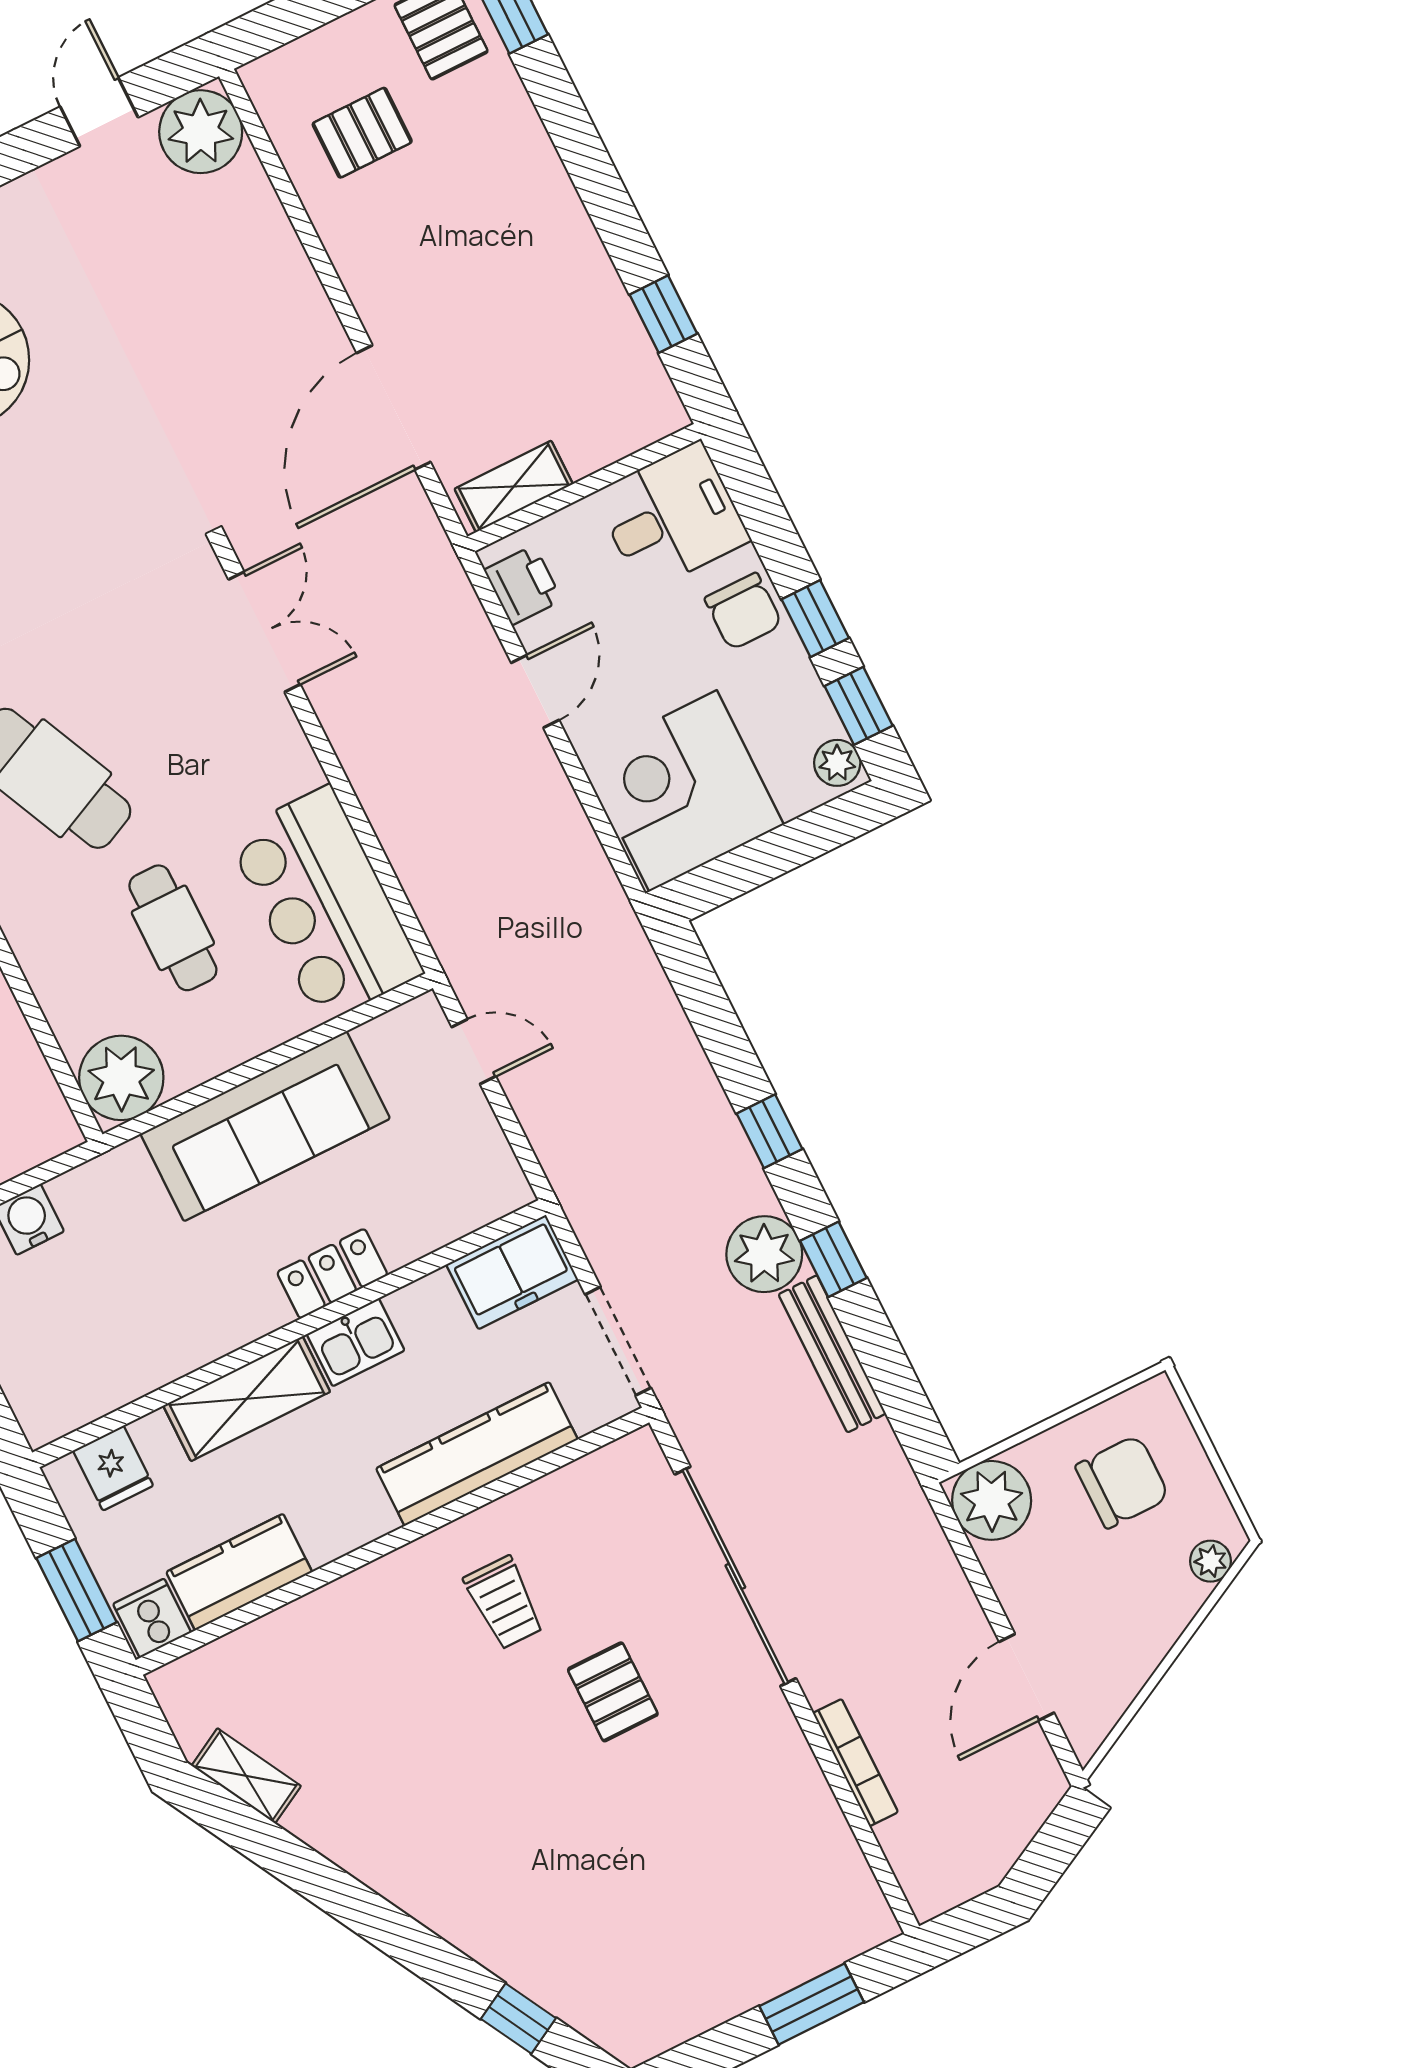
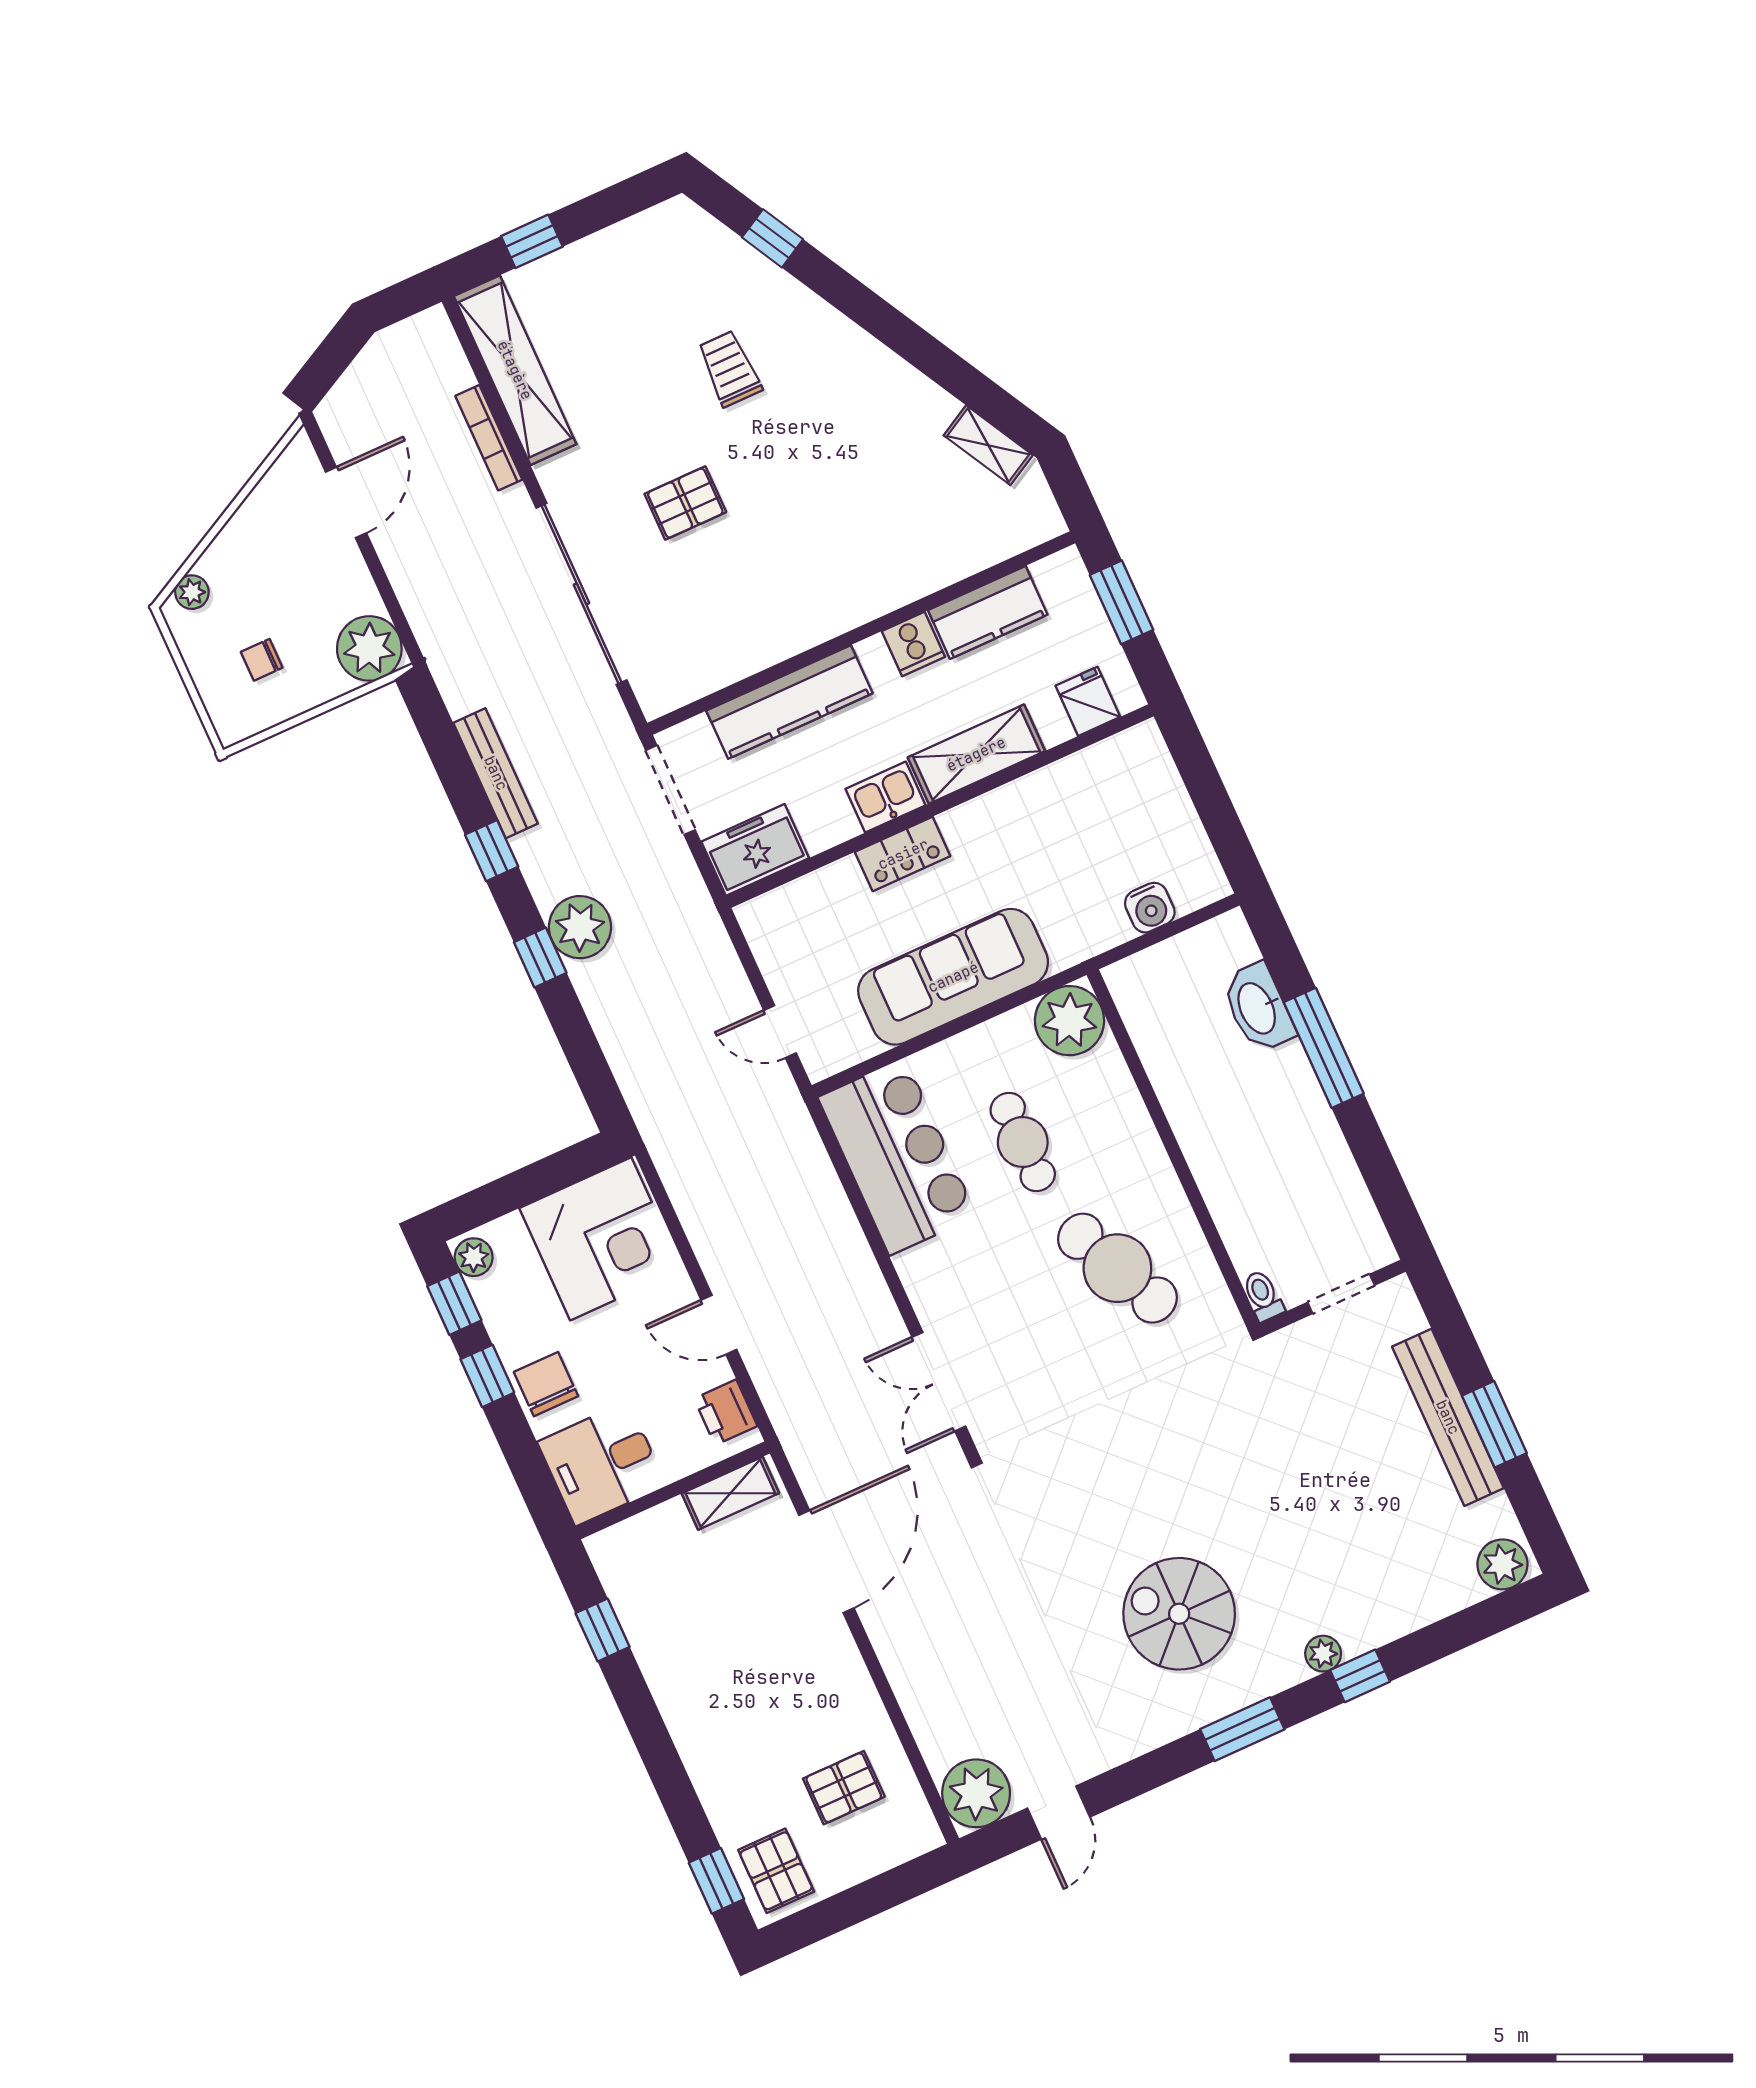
door: (535, 691) -> (719, 1325), hinge flipped
plant: (764, 1254) -> (580, 927), moved
chair: (1122, 1482) -> (262, 660), width x0.54, depth x0.54
trolley: (504, 1603) -> (730, 369), moved
cooker: (152, 1618) -> (913, 644), moved
pallet: (613, 1692) -> (685, 503), turned 90
shelving: (826, 1846) -> (515, 370), added
window: (812, 2004) -> (532, 241), width x0.67

